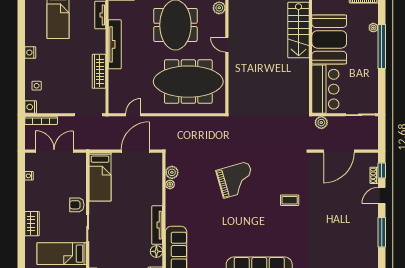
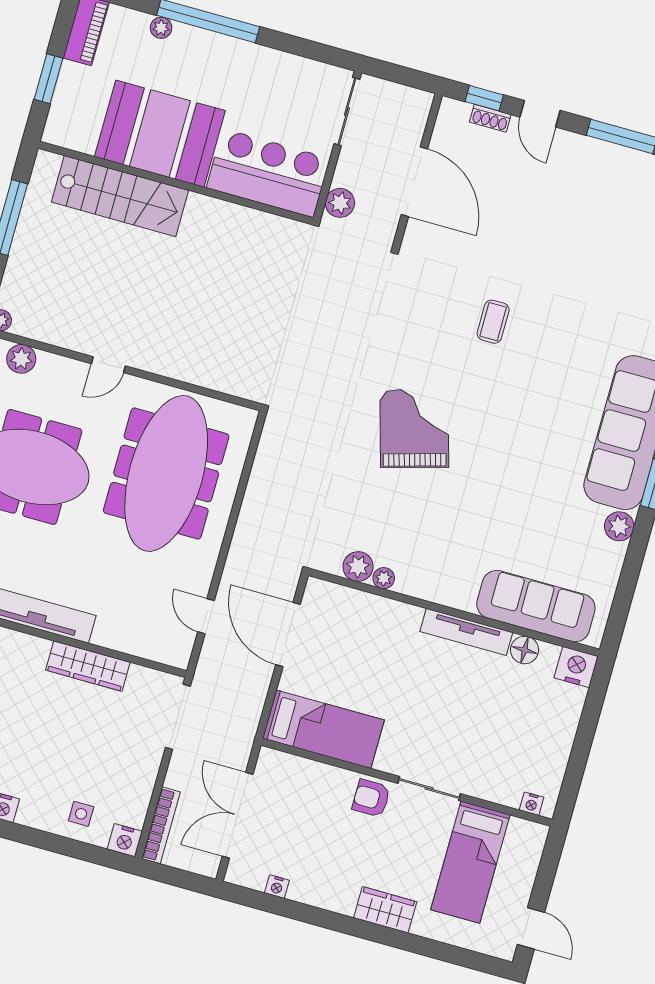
armchair: (77, 205) -> (371, 798), turned 90

